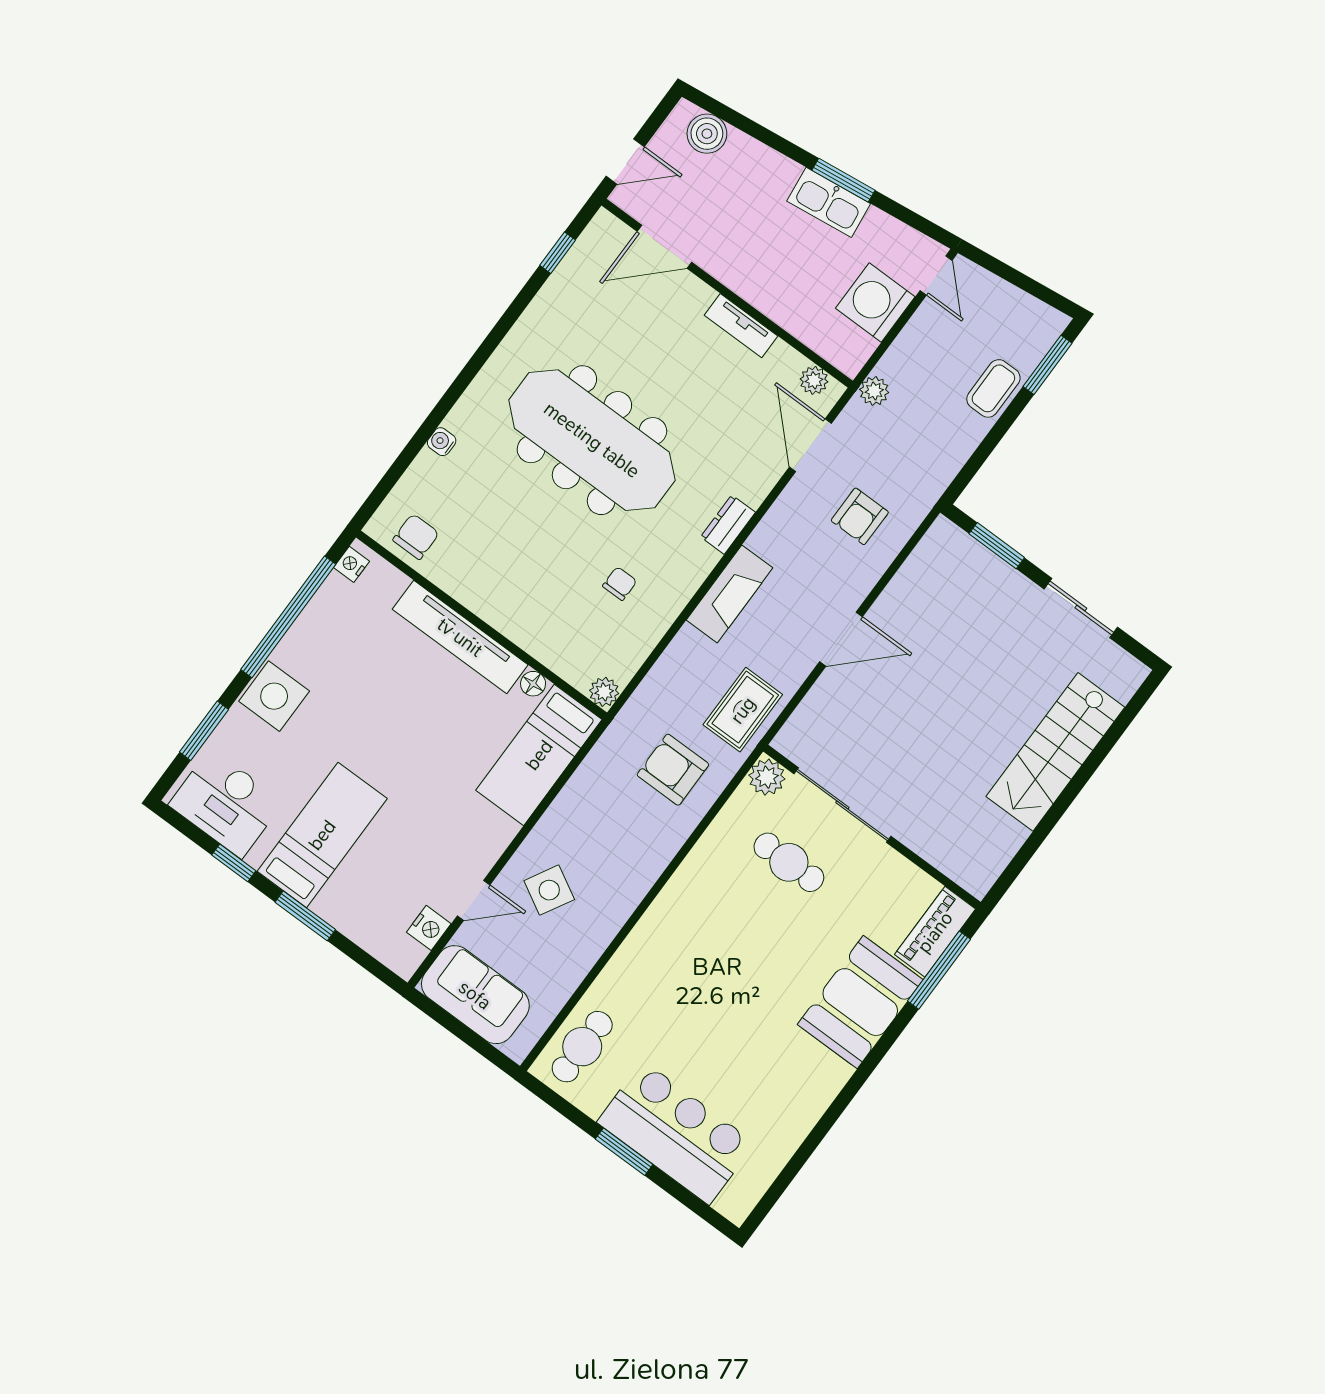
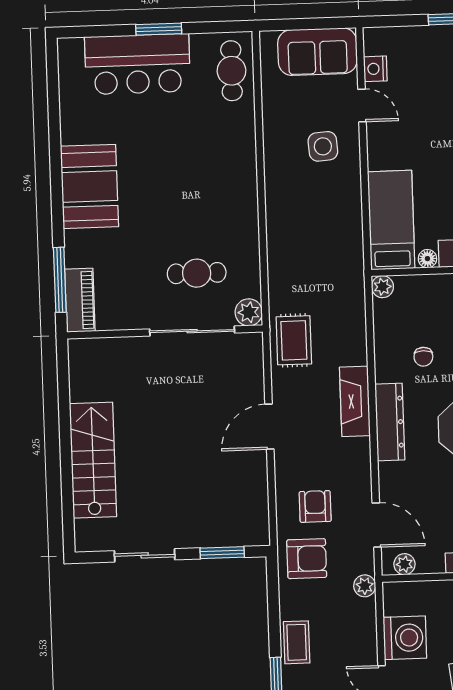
dresser: (728, 525) -> (390, 422), width x1.96, depth x1.24
armchair: (673, 770) -> (307, 559), moved
side table: (549, 890) -> (323, 146), turned -34
door: (474, 900) -> (362, 105), swing flipped
booth: (860, 1002) -> (89, 186), moved

